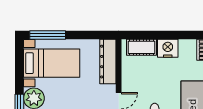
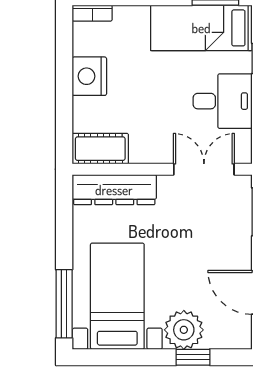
cot: (142, 47) -> (100, 149), moved, turned 90

